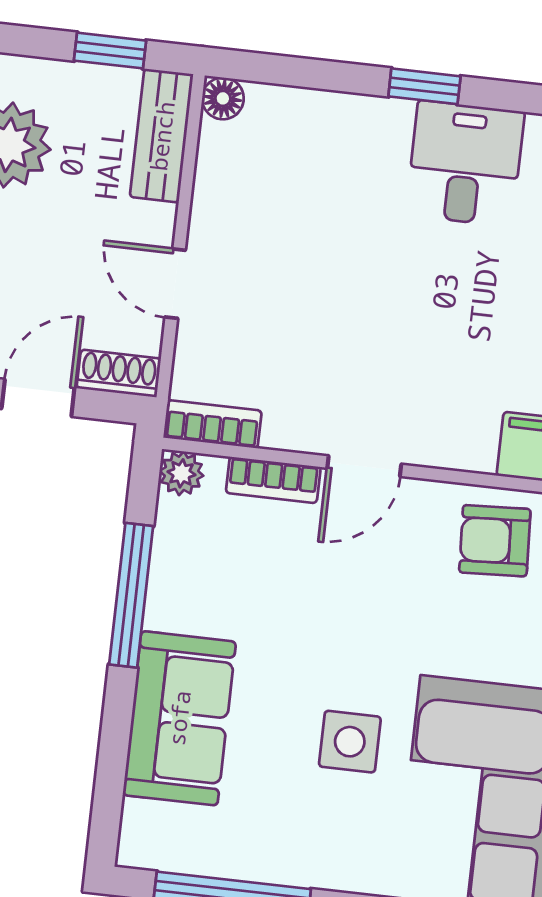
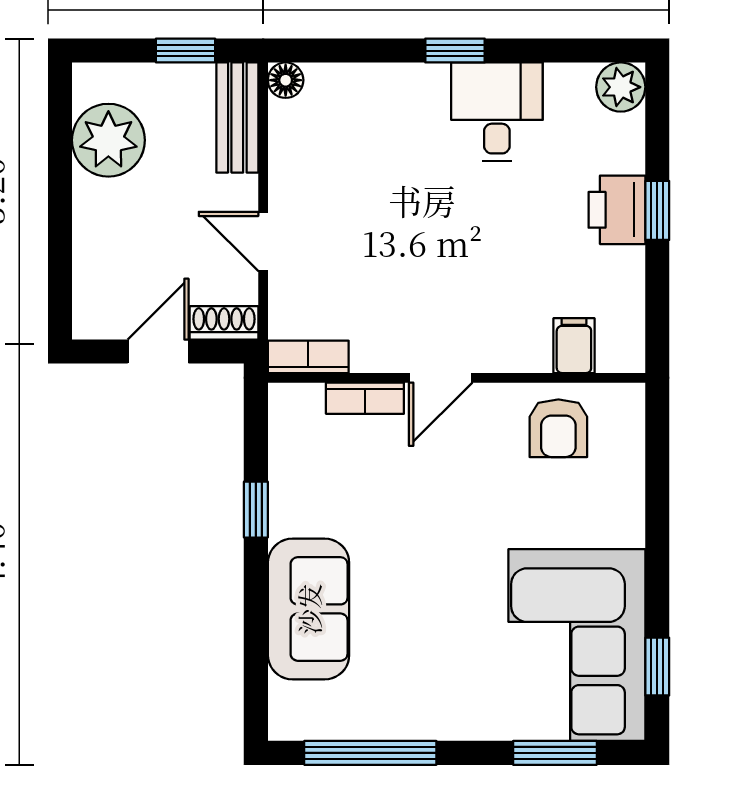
plant: (181, 473) -> (287, 401), removed
armchair: (495, 541) -> (558, 428), turned -87
window: (131, 595) -> (256, 510), width x0.46
side table: (350, 742) -> (455, 612), removed

